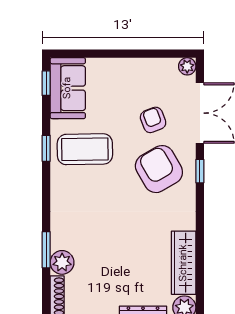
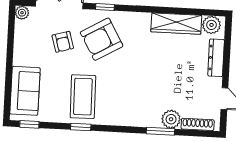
sofa: (68, 88) -> (25, 91), moved, turned 90
armchair: (153, 120) -> (63, 42), turned -85

